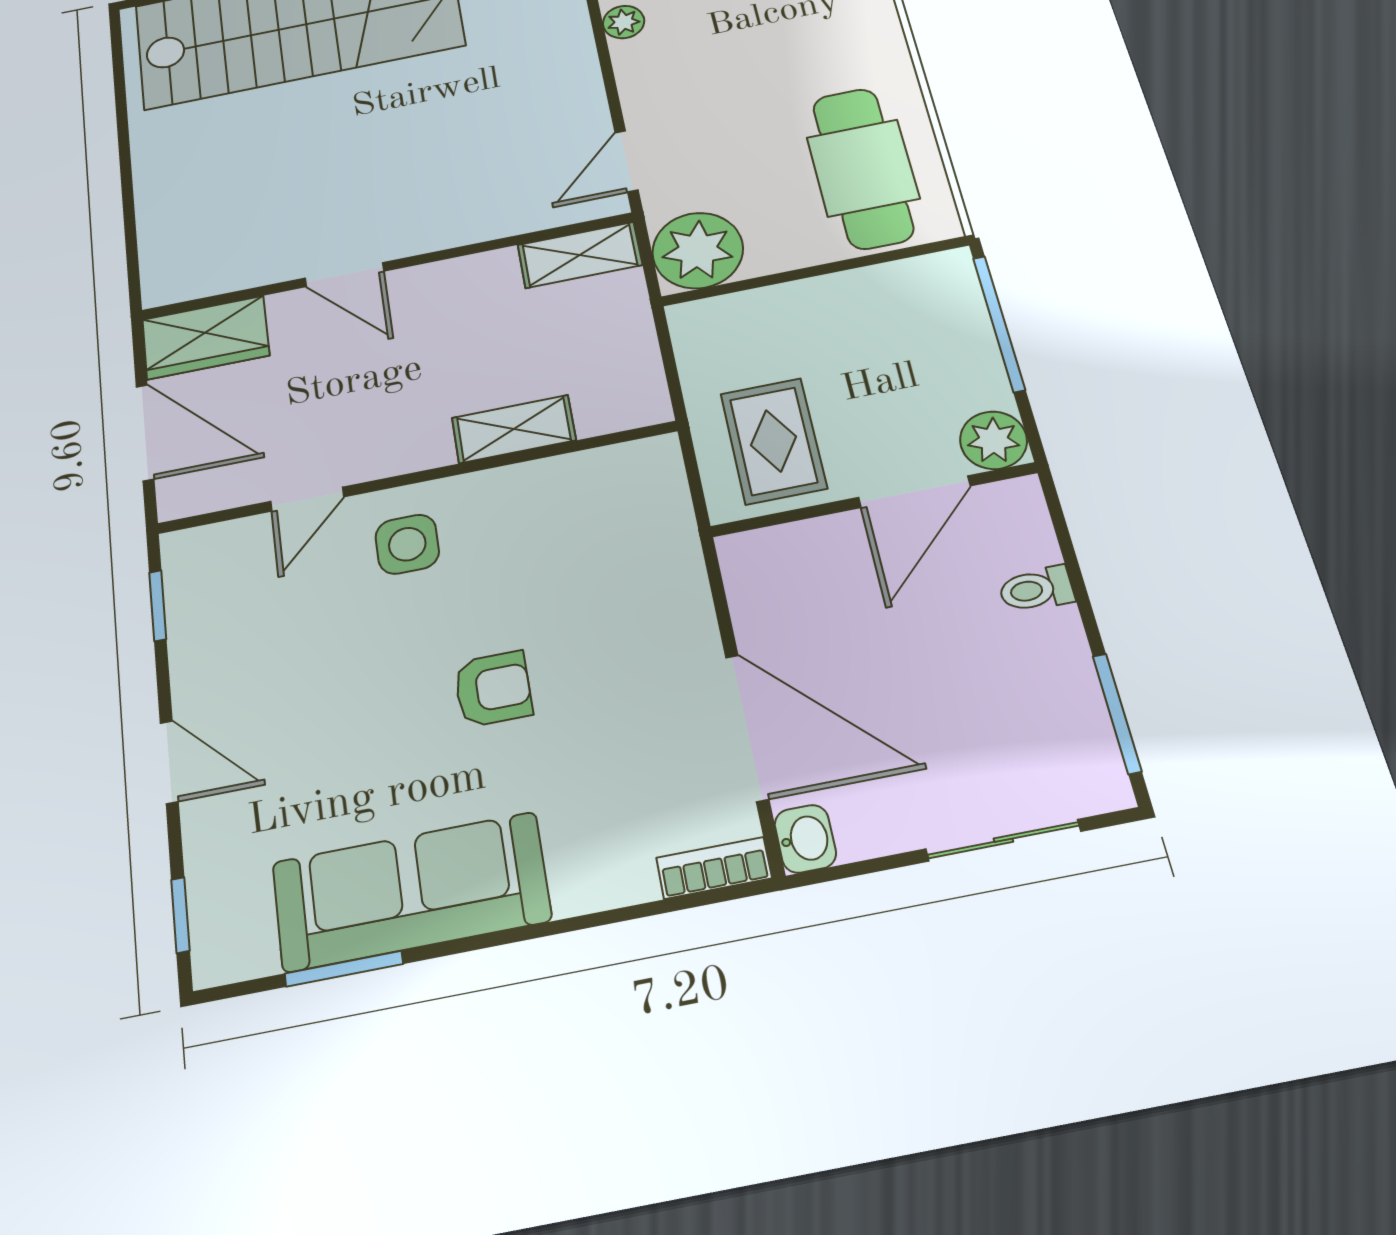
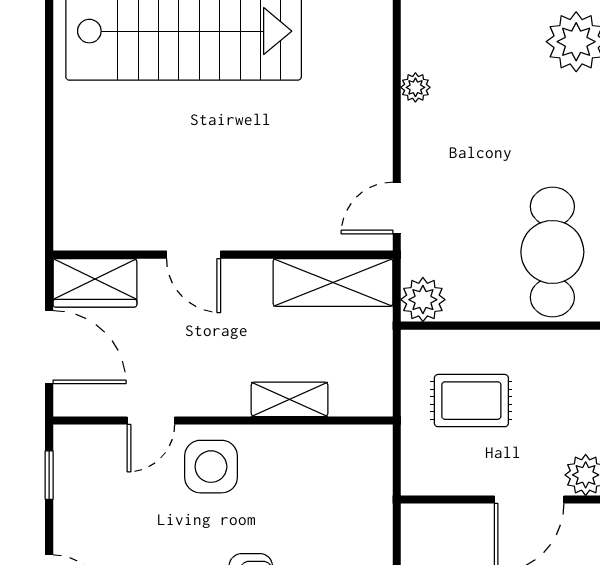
plant: (698, 250) -> (423, 300), width x0.73, depth x0.73
shelving: (580, 255) -> (333, 282), width x1.50, depth x1.33
rug: (773, 441) -> (471, 401), moved, turned 90
side table: (407, 544) -> (211, 467), width x1.37, depth x1.37

